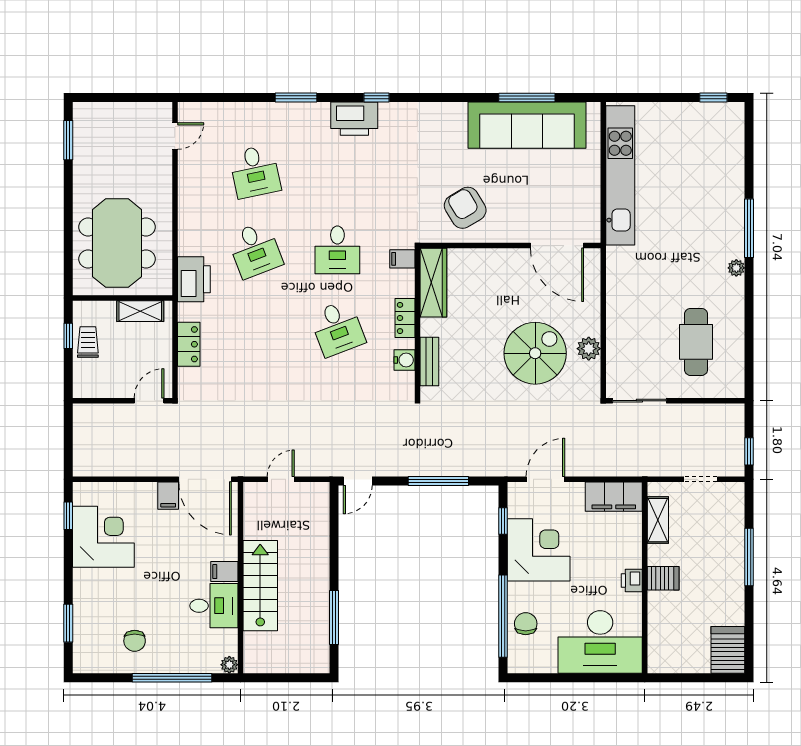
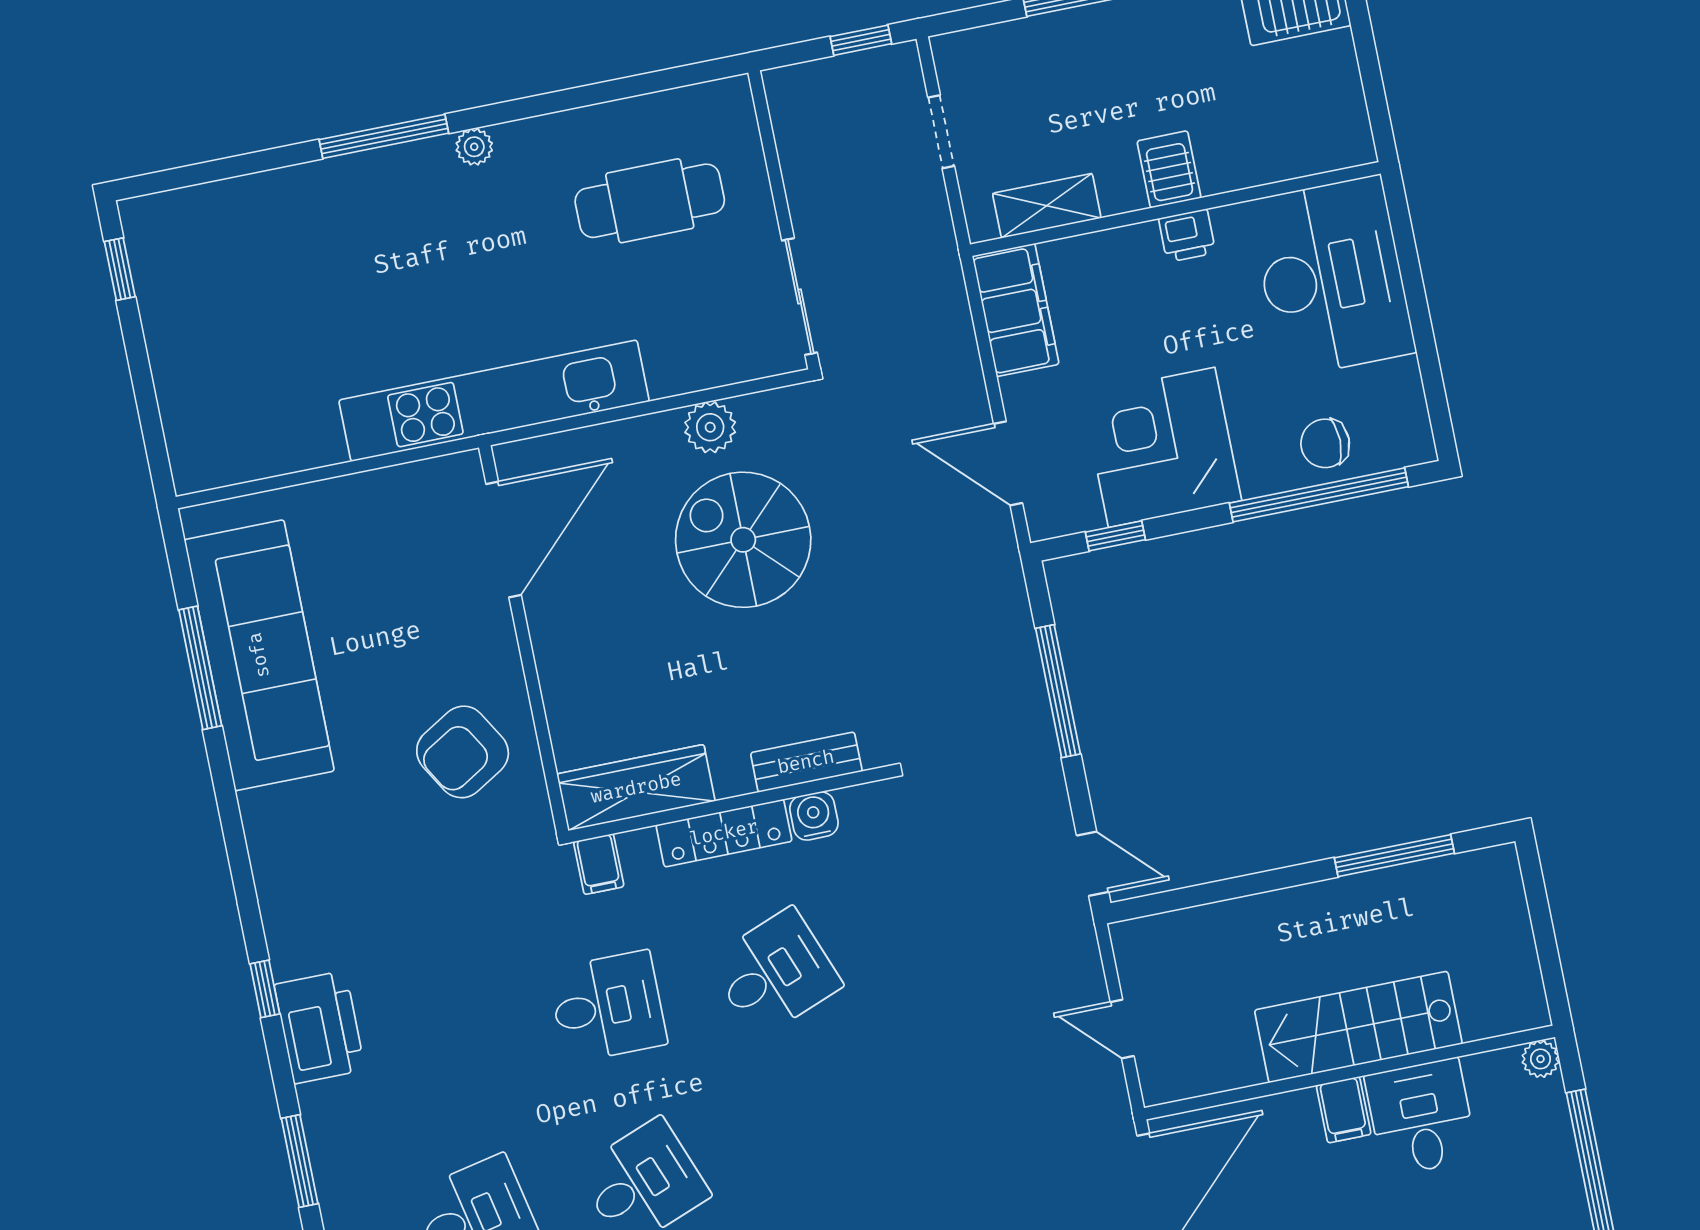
kitchen unit: (620, 175) -> (494, 401), moved
locker: (405, 318) -> (724, 833), width x1.53

